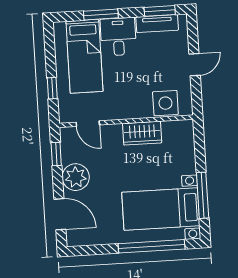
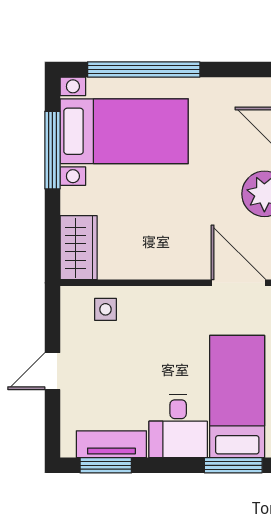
window: (101, 14) -> (233, 465), moved
side table: (165, 103) -> (105, 309), width x0.54, depth x0.54
door: (88, 124) -> (238, 283), width x1.38
wardrobe: (142, 133) -> (79, 248), moved, turned 90

